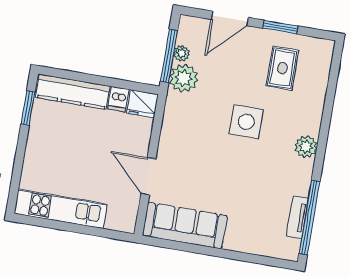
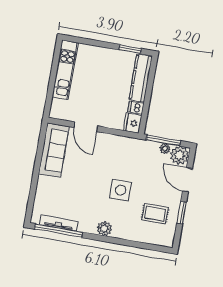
plant: (184, 78) -> (179, 155), moved
door: (148, 176) -> (86, 127), swing flipped
tv unit: (297, 217) -> (59, 223), width x1.41

